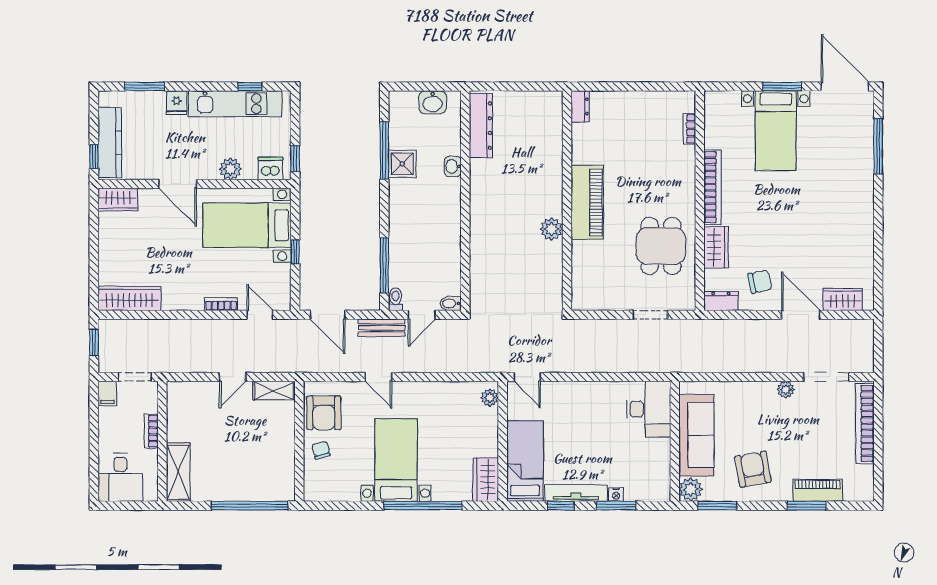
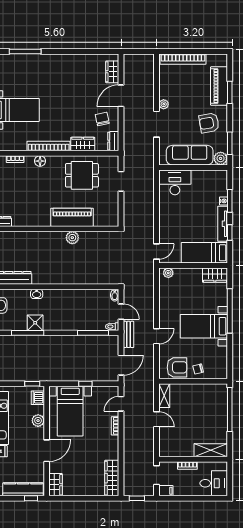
floor lamp: (686, 172) -> (40, 161), added
piano: (587, 202) -> (72, 217), moved
doorway: (826, 377) -> (157, 124), moved
piano: (818, 490) -> (219, 86), width x1.37, depth x1.33

